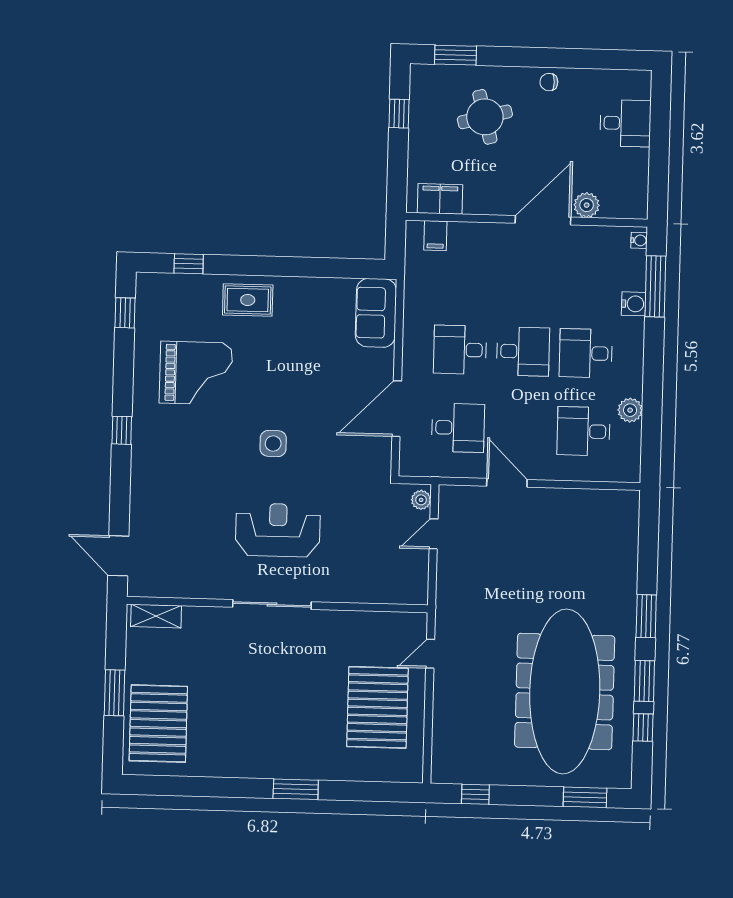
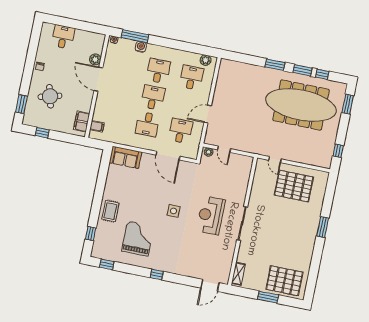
desk: (586, 353) -> (158, 71), turned 180
plant: (630, 410) -> (205, 60), moved
desk: (584, 431) -> (191, 78), turned 180

